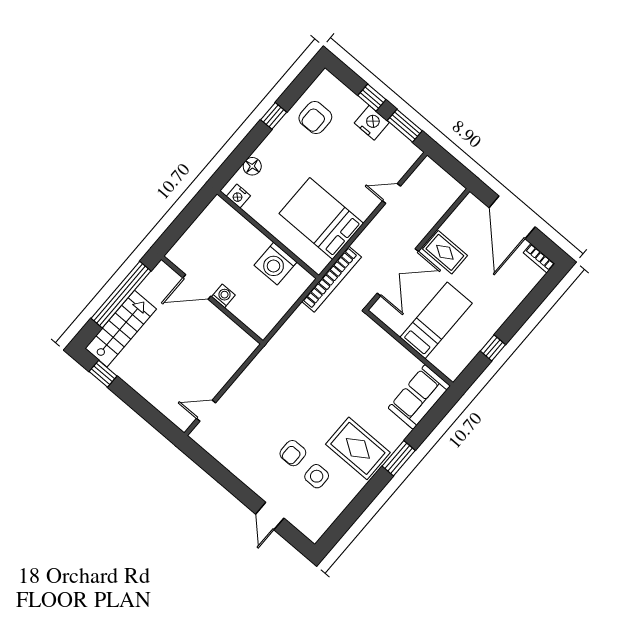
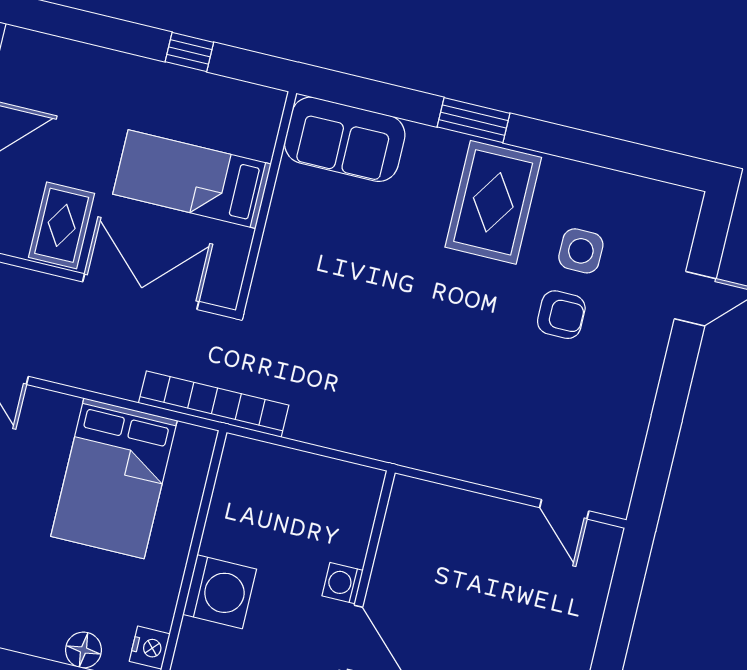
washing machine: (275, 264) -> (220, 592), moved

